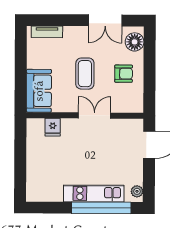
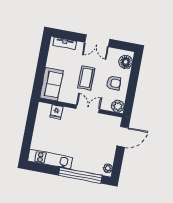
double door: (105, 20) -> (97, 41), moved
plant: (135, 104) -> (118, 106), added
kitchen unit: (94, 193) -> (50, 159), moved

